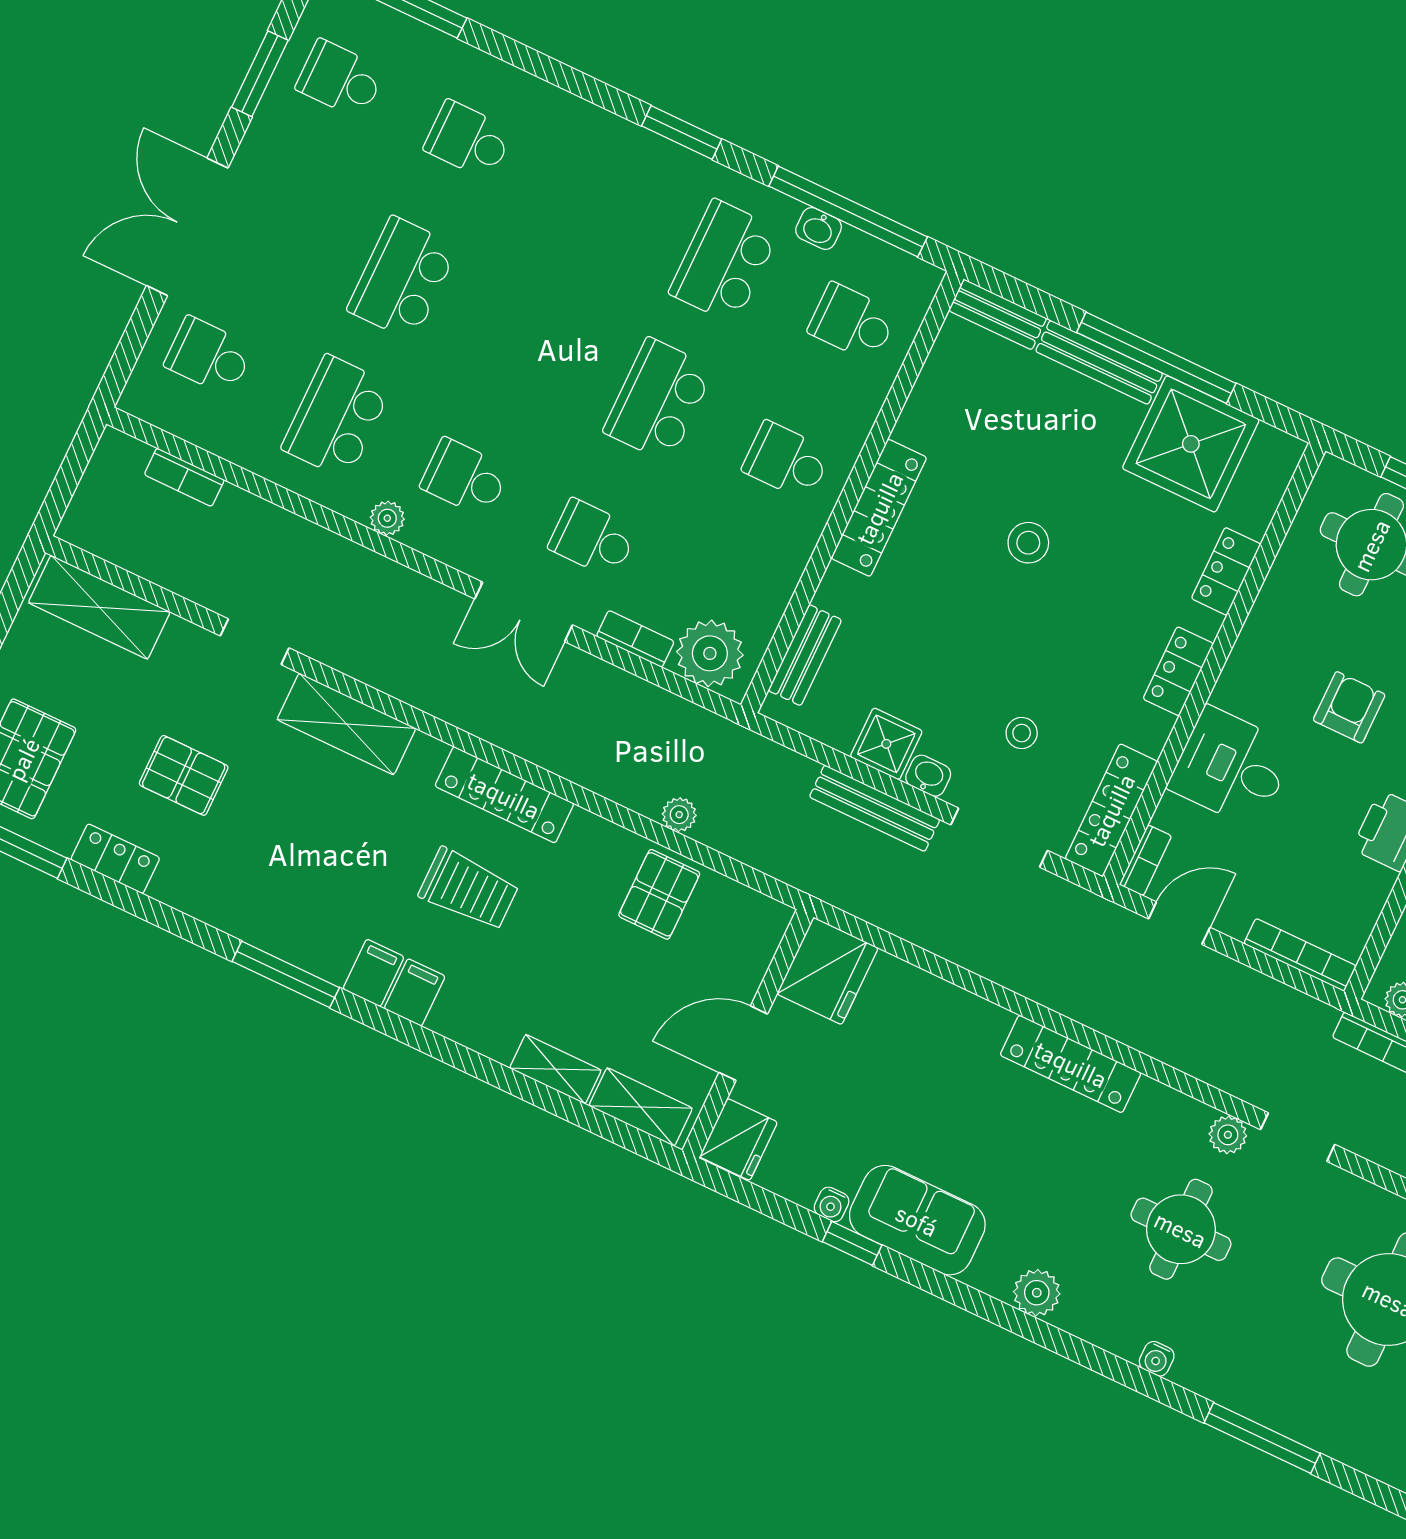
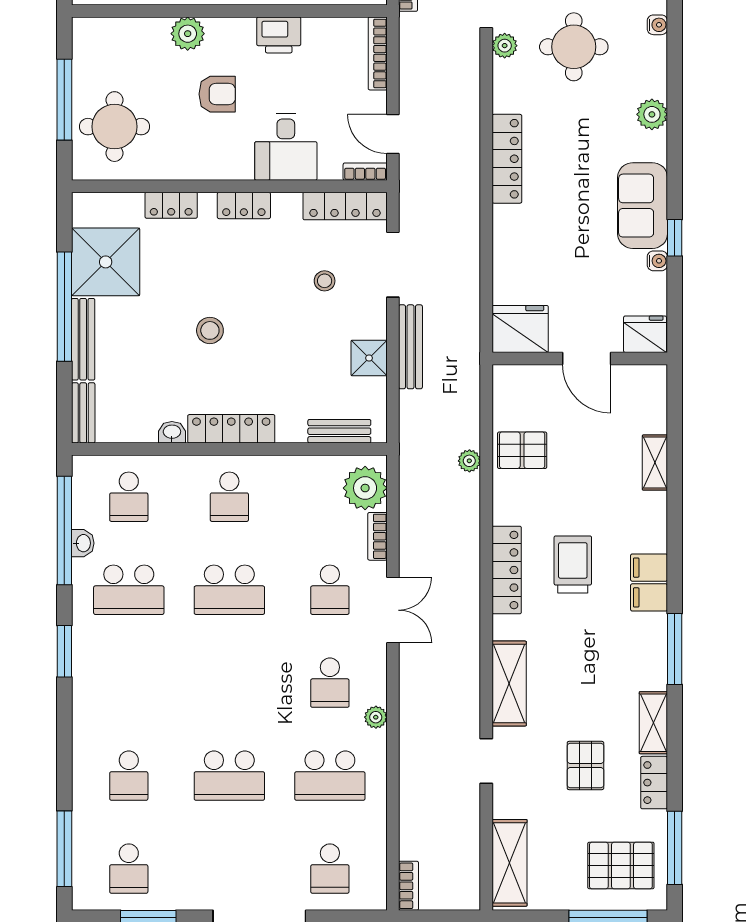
bookcase: (184, 477) -> (409, 886), moved
armchair: (1349, 707) -> (217, 94), turned 180
washbasin: (928, 776) -> (172, 432), moved, turned 90
shelving: (641, 1107) -> (653, 723), moved

